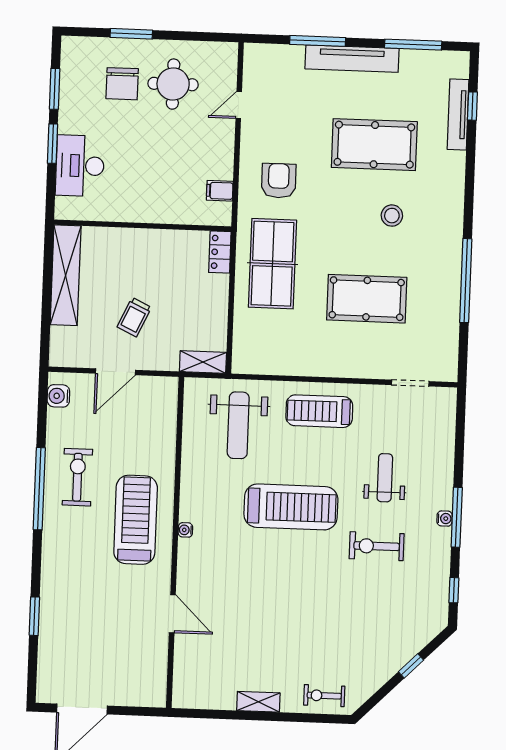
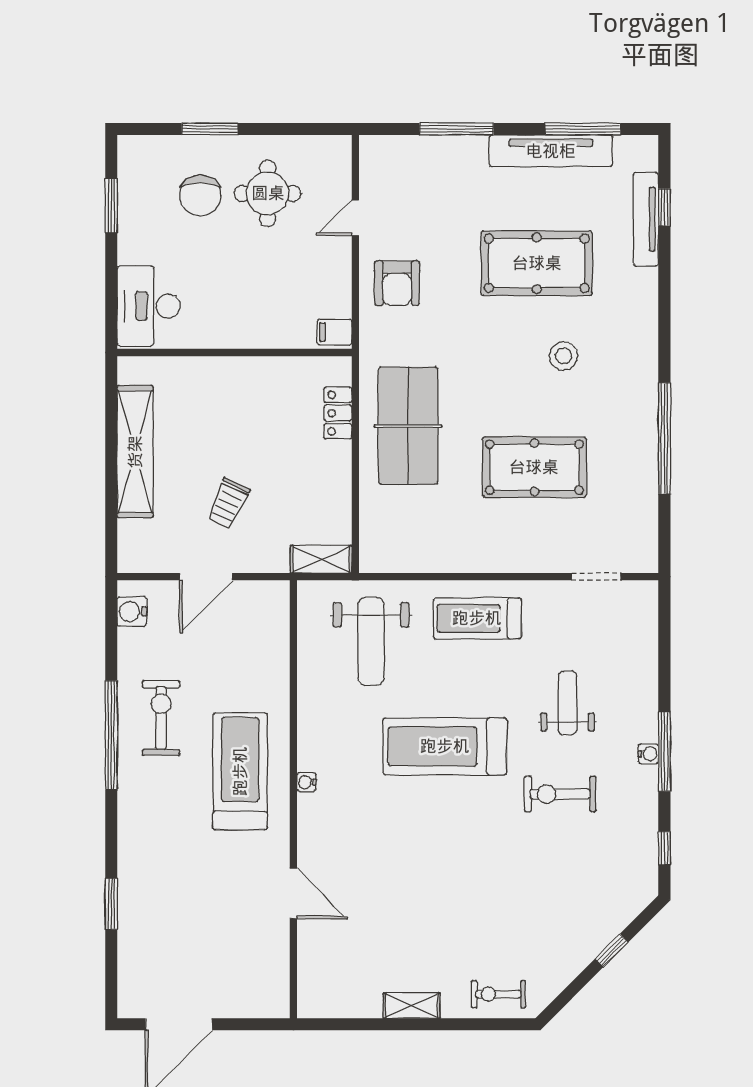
tv unit: (352, 59) -> (551, 151), moved
window: (53, 144) -> (111, 278), removed
armchair: (279, 181) -> (397, 283), moved, turned 180
wall: (143, 226) -> (234, 353), moved
treadmill: (291, 507) -> (445, 746), turned 180

